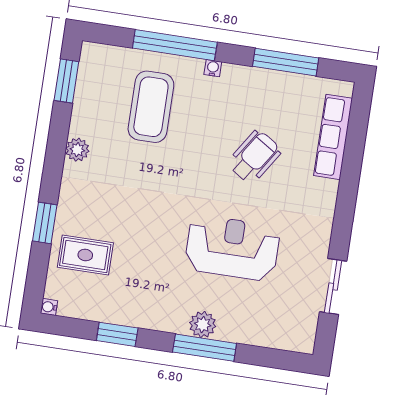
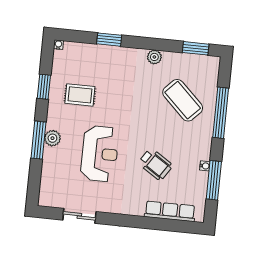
water cooler: (213, 68) -> (205, 166), moved
coffee table: (151, 107) -> (183, 100), turned 44
rug: (85, 255) -> (80, 95), moved, turned 90

